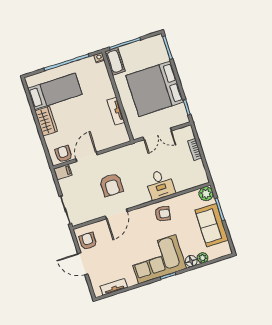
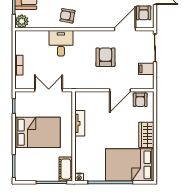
bed: (155, 89) -> (38, 132), width x0.73
bed: (55, 91) -> (130, 165), width x1.50
filing cabinet: (63, 172) -> (146, 69), moved
door: (116, 214) -> (125, 29), moved

